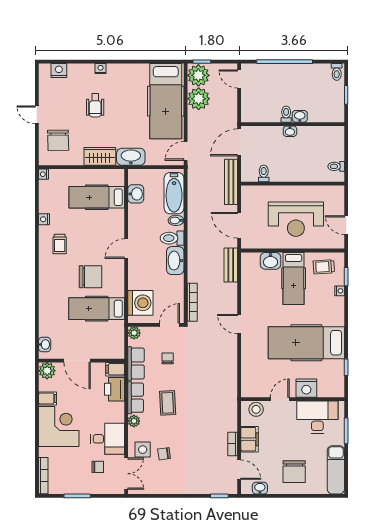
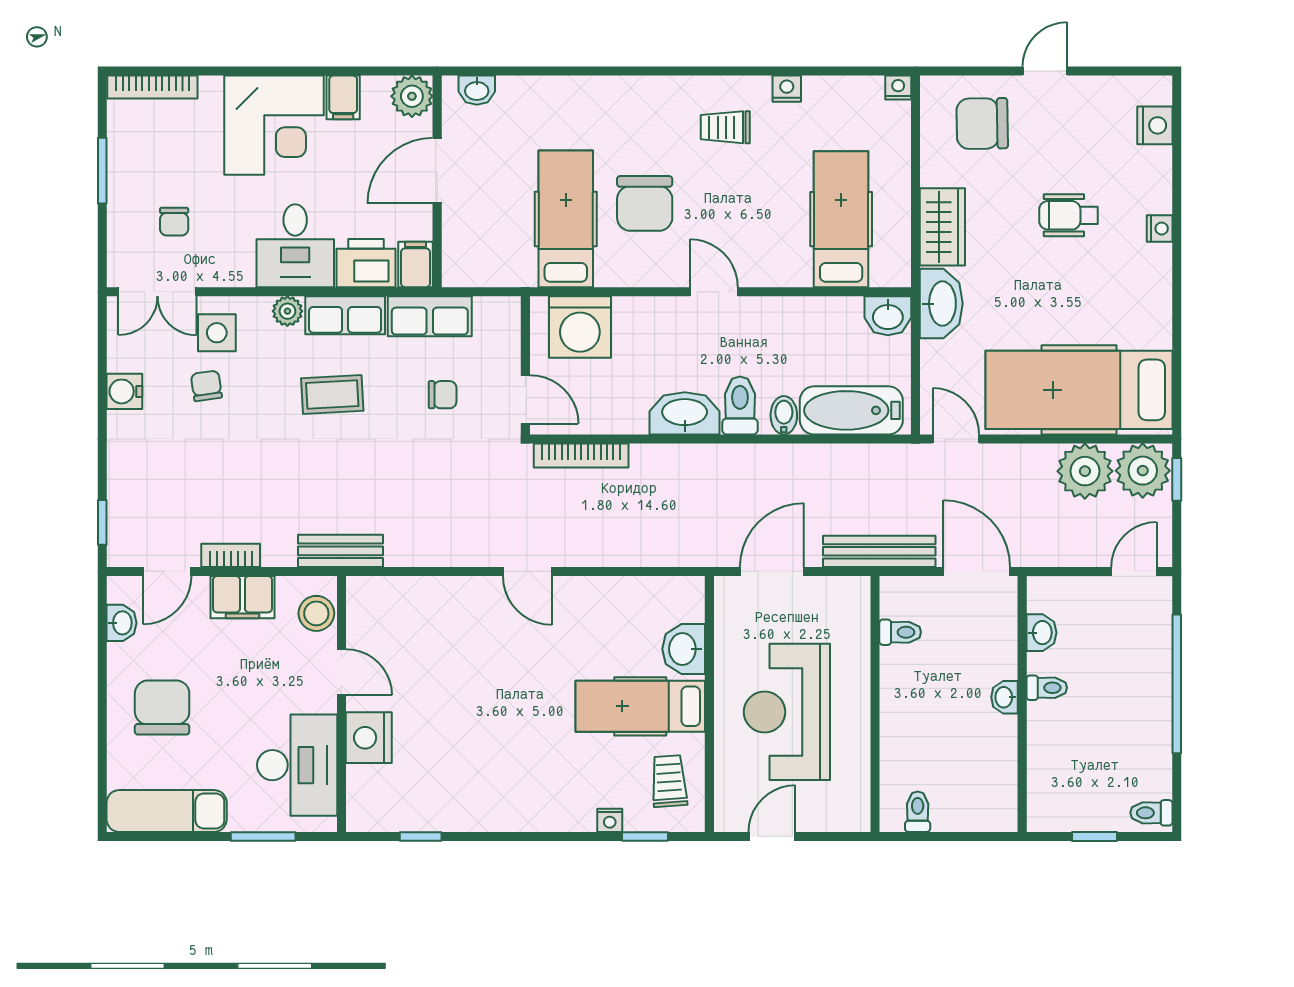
washbasin: (300, 116) -> (1041, 633), moved
washbasin: (136, 194) -> (888, 316), moved
bench: (231, 265) -> (340, 551), moved
door: (239, 324) -> (527, 571), swing flipped
plant: (134, 333) -> (505, 312), removed
hospital bed: (306, 343) -> (481, 738), removed
desk: (107, 439) -> (295, 246), moved
chair: (294, 472) -> (162, 707), turned 90
water cooler: (166, 487) -> (124, 391), added

